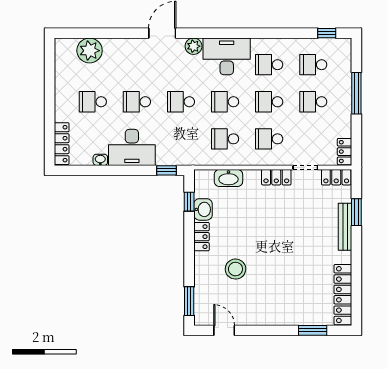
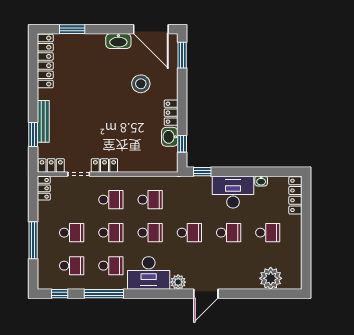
window: (277, 33) -> (104, 294), added
washbasin: (228, 178) -> (118, 41), moved, turned 180
door: (224, 330) -> (151, 29), width x1.88

